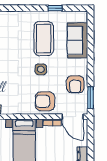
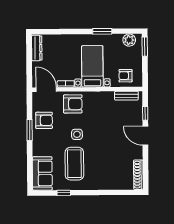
sofa: (77, 40) -> (42, 173), moved
armchair: (75, 84) -> (44, 120), turned 90
window: (90, 98) -> (30, 130), moved

